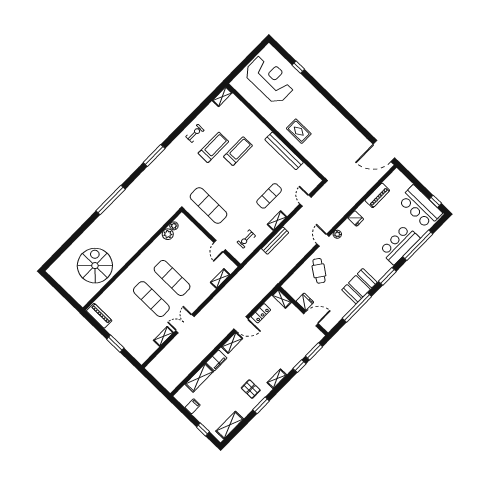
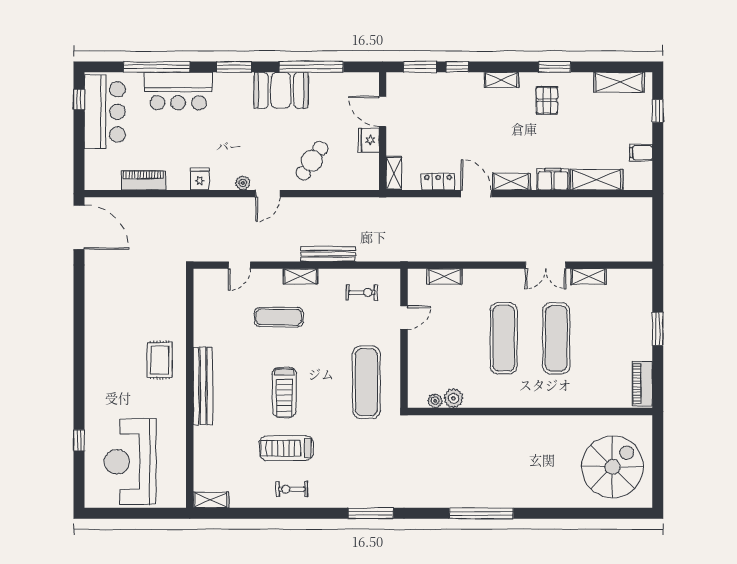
treadmill: (238, 151) -> (284, 392), moved, turned -90
bench: (284, 151) -> (203, 386), moved
spiral stairs: (95, 266) -> (612, 467), moved, turned 180

